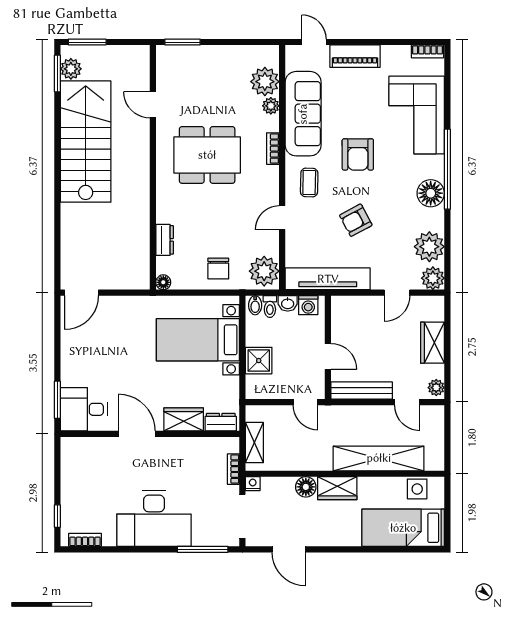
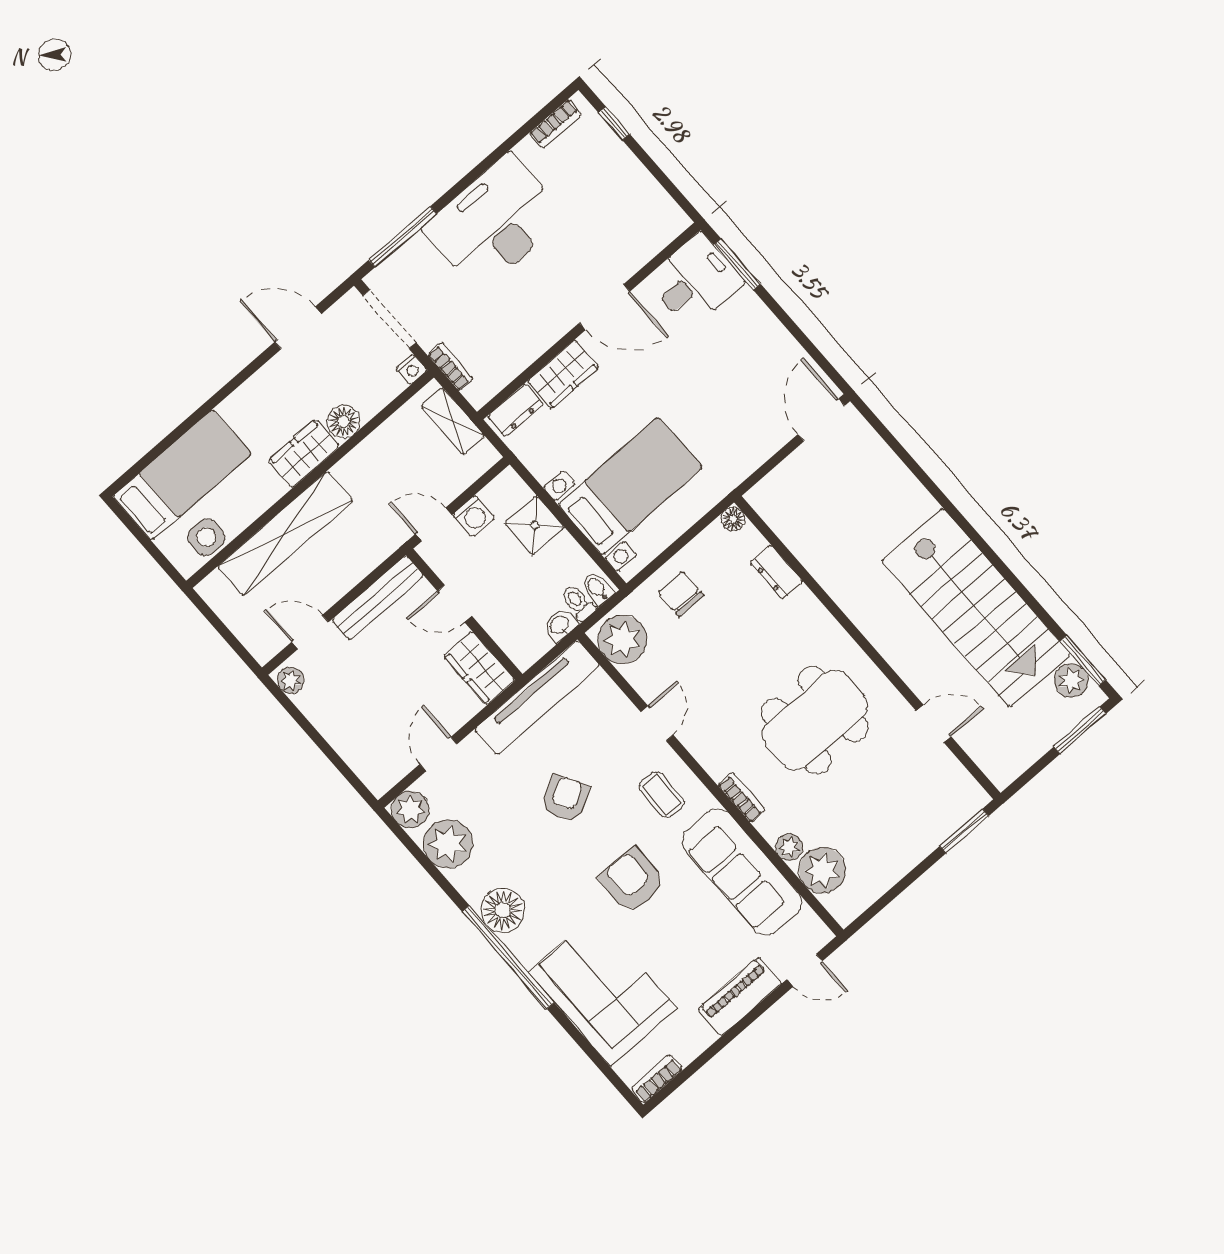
washing machine: (308, 305) -> (474, 516), moved, turned 180
wardrobe: (432, 343) -> (479, 668), moved, turned 180

